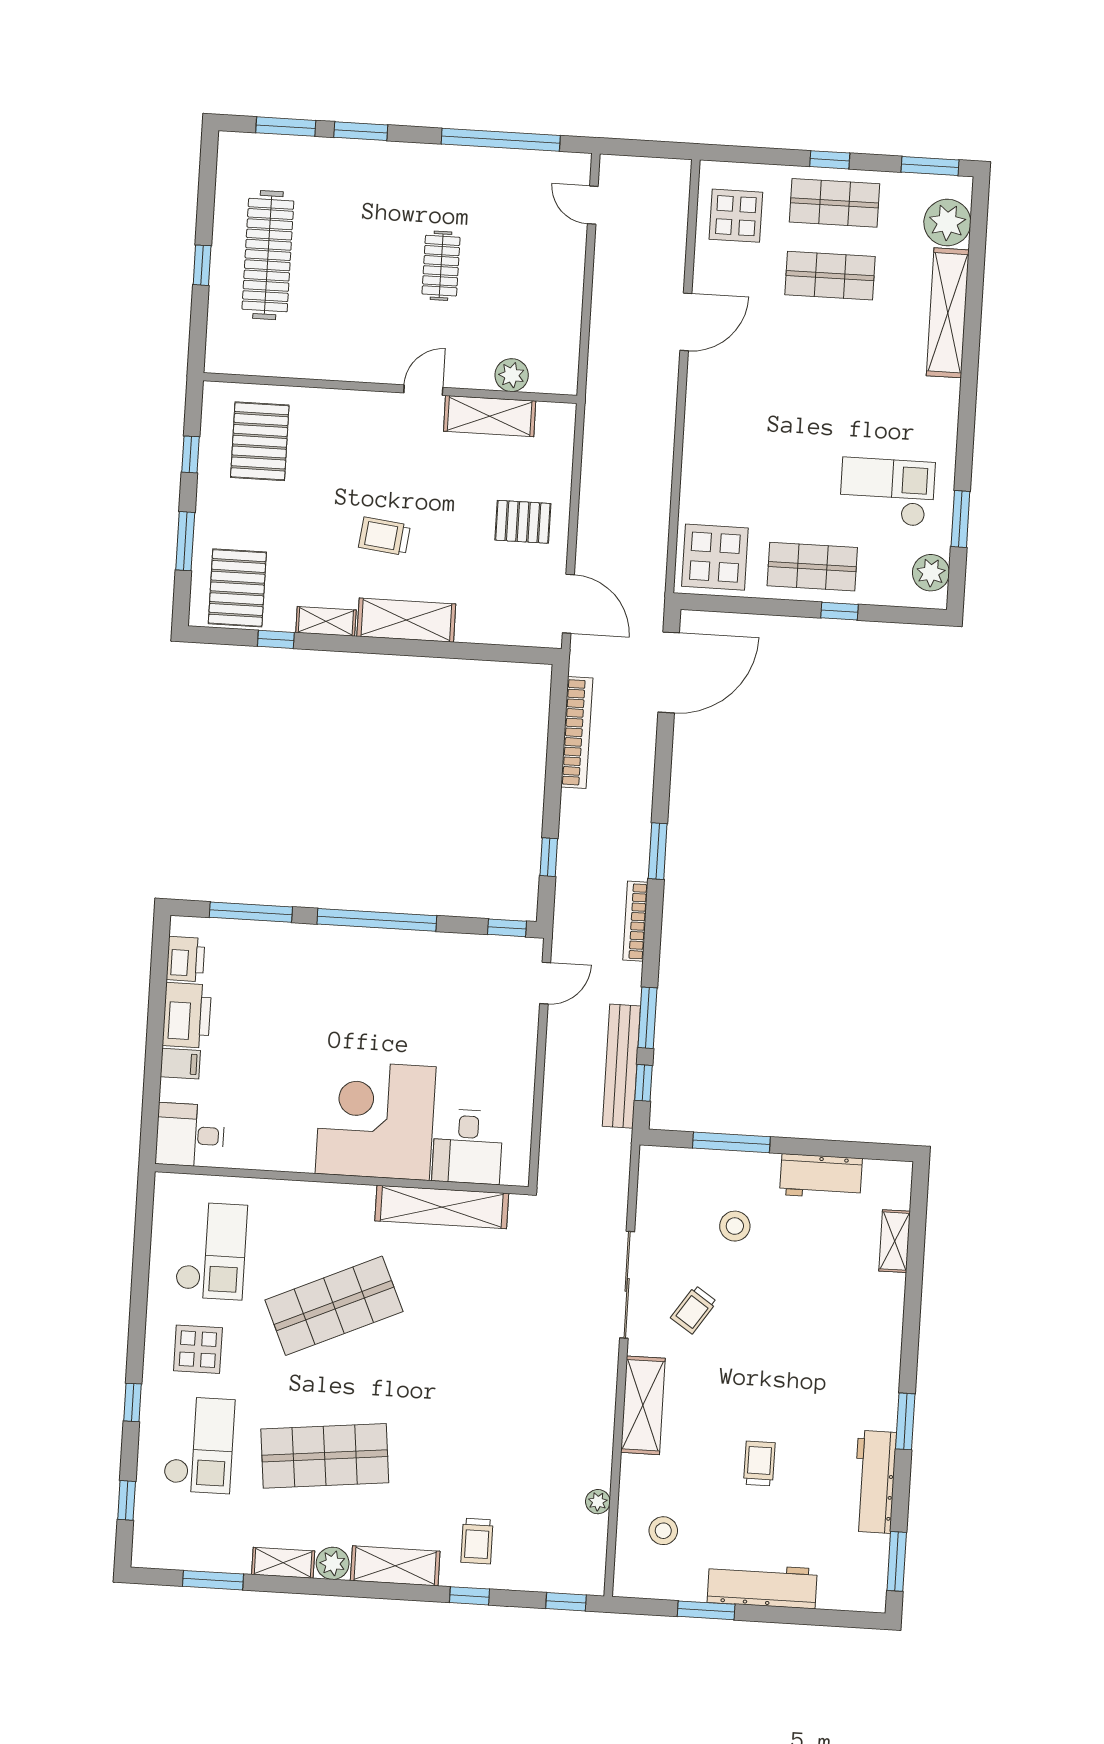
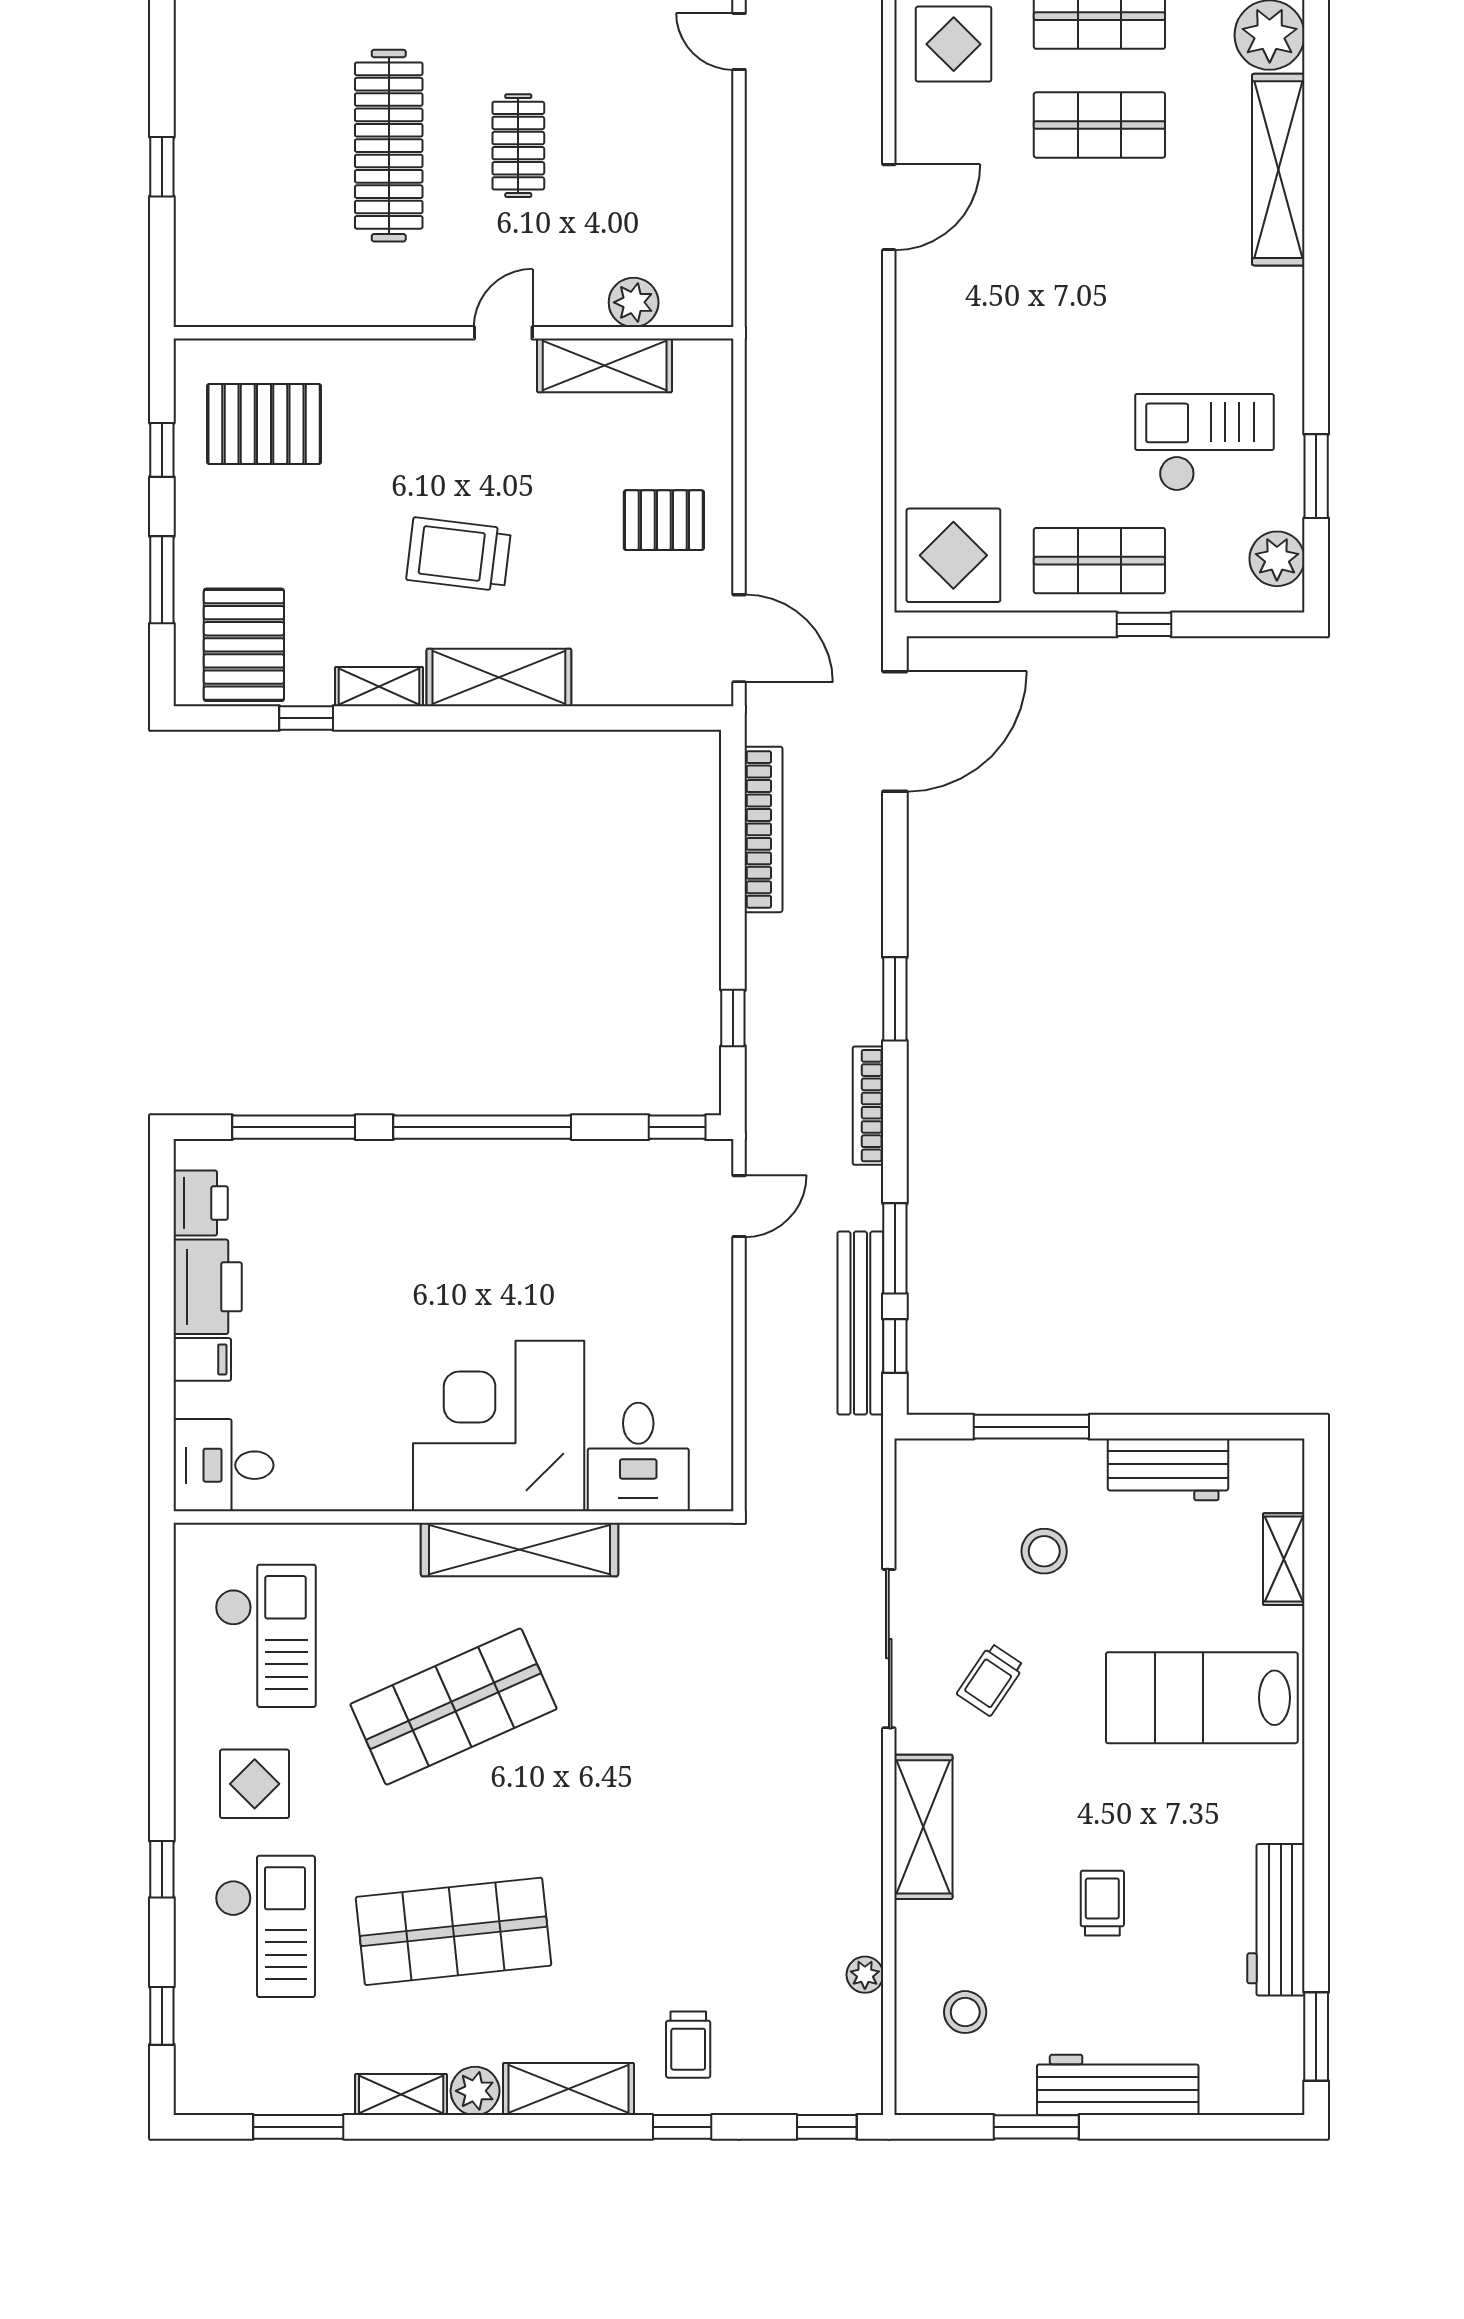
clothes rail: (268, 255) -> (389, 146), moved
pallet: (260, 441) -> (264, 424), turned 90
trolley: (384, 536) -> (459, 554), width x1.36, depth x1.39
shelving: (442, 1207) -> (519, 1550), moved
lab bench: (834, 1330) -> (1202, 1698), added
window: (905, 1421) -> (1316, 1827), removed

